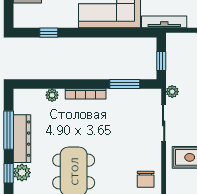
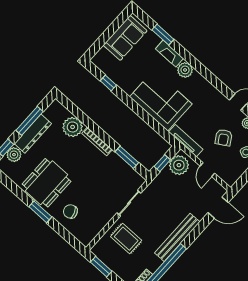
plant: (172, 92) -> (179, 165), moved, width x1.87, depth x1.87
plant: (52, 95) -> (73, 127), width x1.87, depth x1.87
chair: (146, 179) -> (70, 211), moved, turned 69

